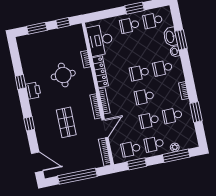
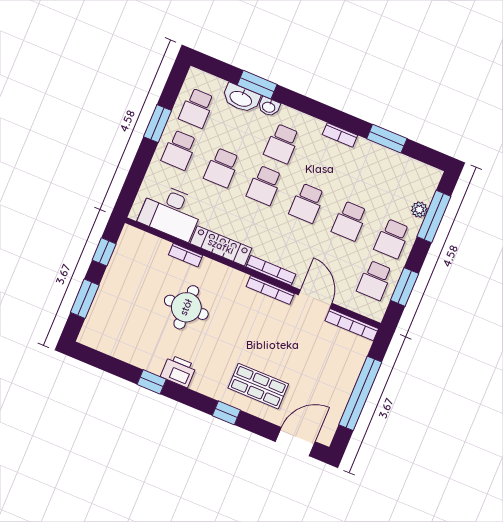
school desk: (172, 115) -> (222, 168), moved
shop shelf: (66, 122) -> (258, 386), moved

